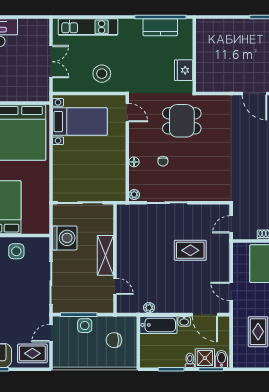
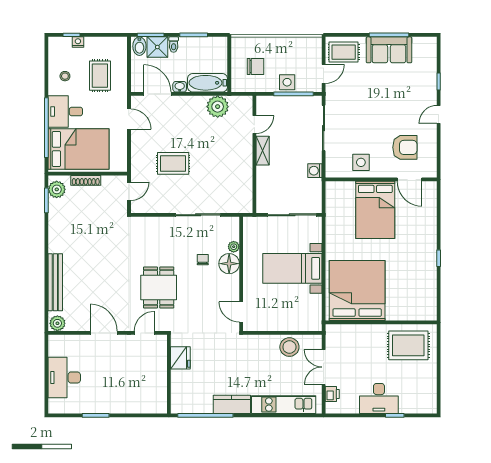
kitchen counter: (160, 27) -> (232, 404), moved
printer: (43, 37) -> (332, 394), added
stool: (102, 74) -> (289, 347), moved
door: (217, 93) -> (144, 333), added
dining table: (182, 121) -> (159, 287), moved, turned 90
bed with nightstands: (80, 122) -> (292, 268), moved
floor lamp: (134, 162) -> (229, 264), width x1.89, depth x1.89
plant: (134, 195) -> (234, 247), moved
washing machine: (65, 238) -> (315, 171), width x0.53, depth x0.53
shelving: (105, 255) -> (263, 151), width x0.67, depth x0.75
door: (115, 286) -> (254, 125), swing flipped
plant: (149, 308) -> (218, 107), width x1.88, depth x1.88

